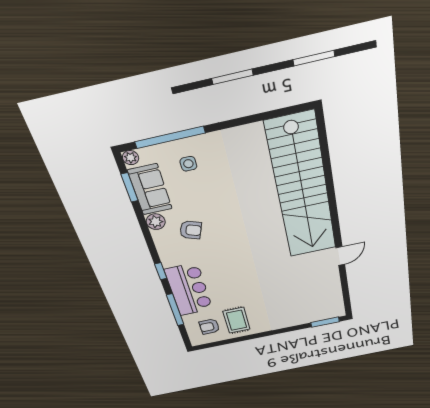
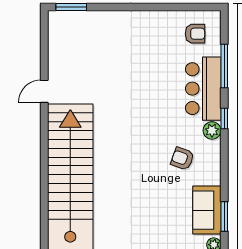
side table: (188, 164) -> (166, 227), removed
plant: (156, 222) -> (212, 130), moved
rug: (237, 320) -> (165, 35), removed

